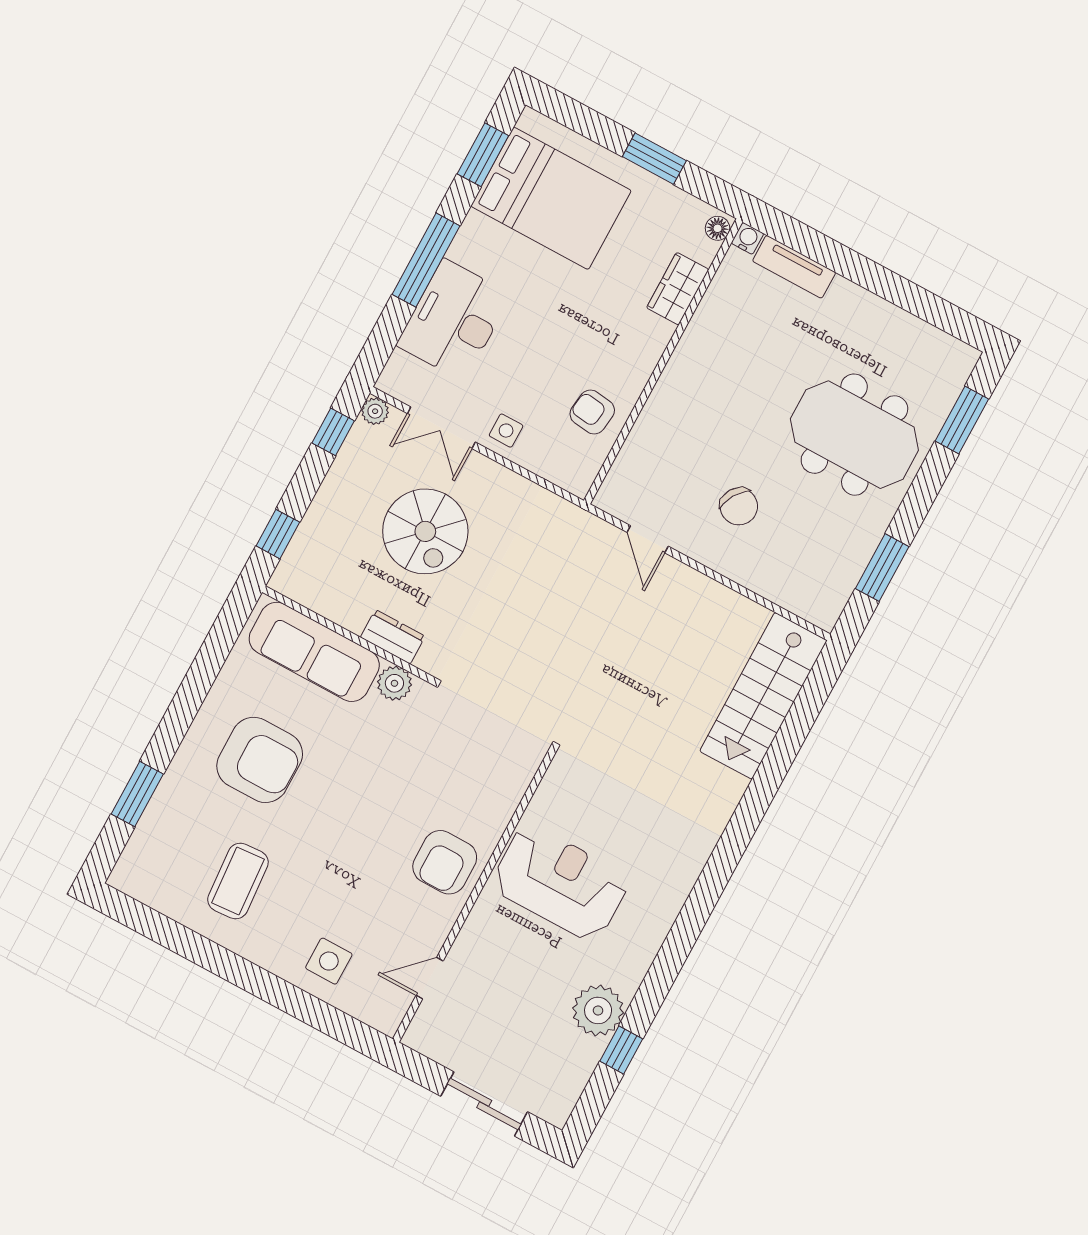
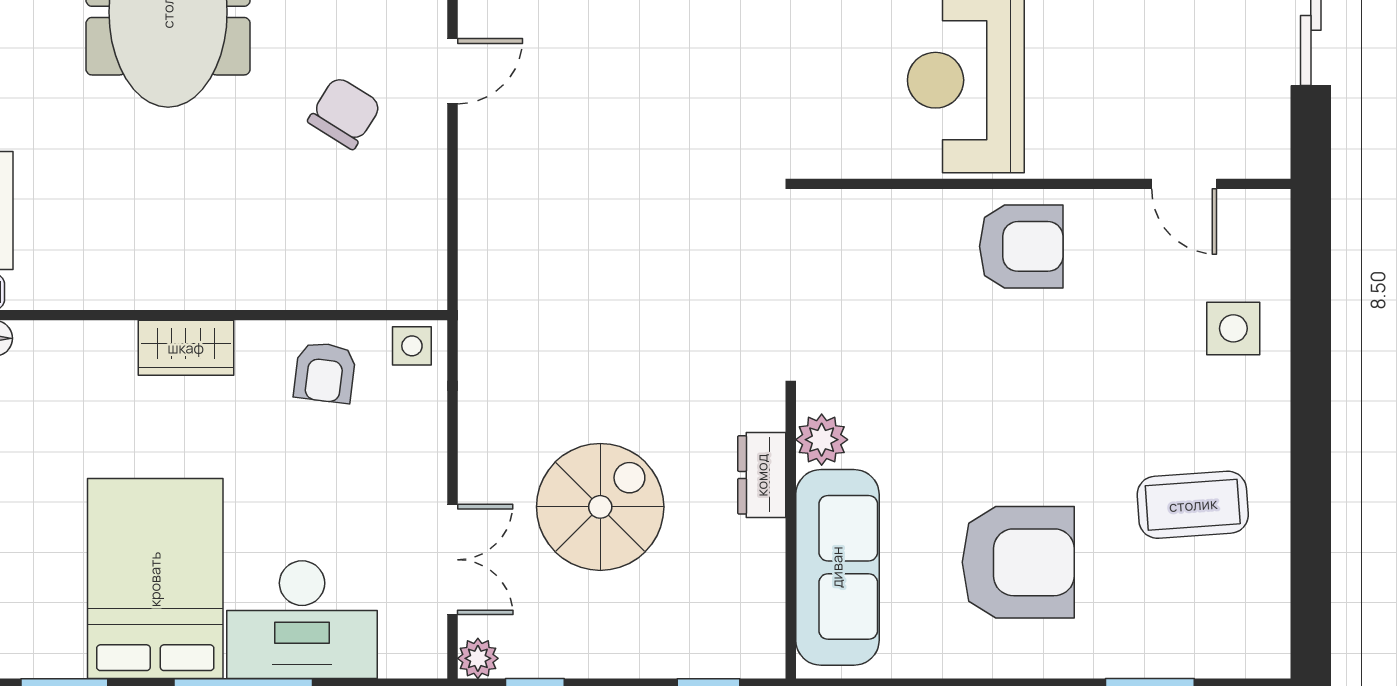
bed: (551, 198) -> (155, 579), moved
wardrobe: (678, 289) -> (186, 348), moved
side table: (506, 431) -> (412, 346), moved
door: (648, 539) -> (453, 71), moved
armchair: (260, 760) -> (1018, 562), turned 90

